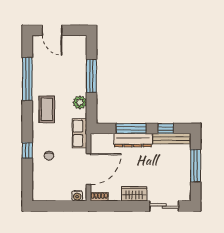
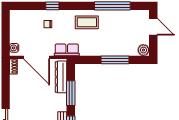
door: (52, 30) -> (153, 27), swing flipped
plant: (80, 102) -> (143, 50), moved
dresser: (133, 140) -> (61, 77), moved
wardrobe: (134, 194) -> (16, 96), removed

